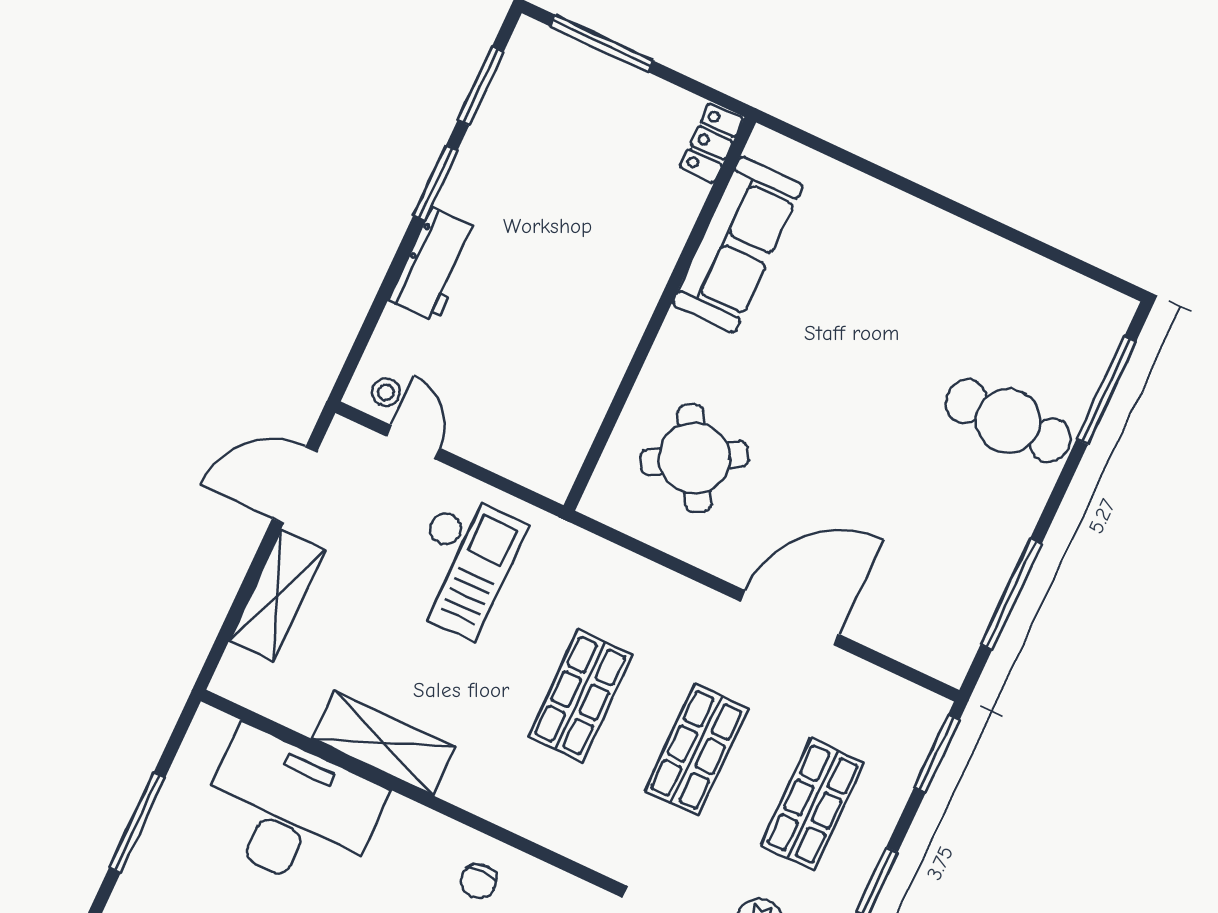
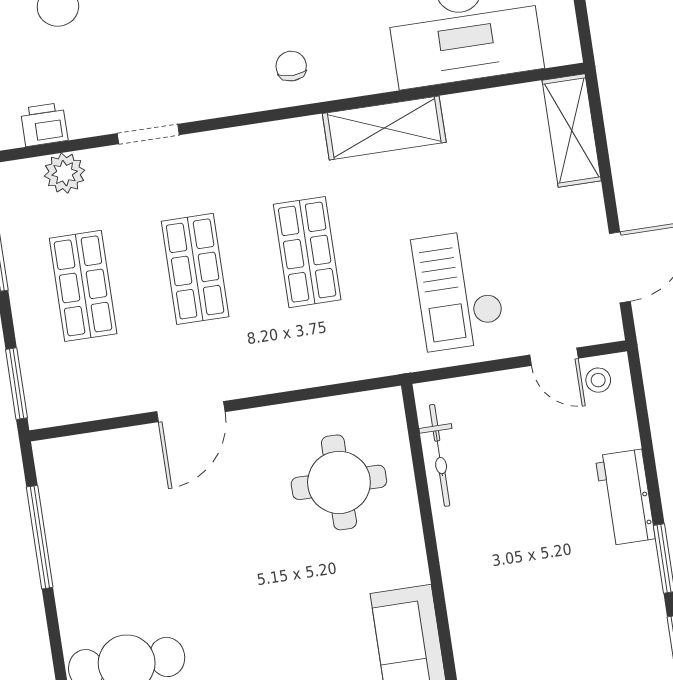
bicycle: (583, 421) -> (440, 455), added
round table: (694, 458) -> (339, 482), turned 30
shelving: (277, 595) -> (572, 131), moved
door: (790, 618) -> (191, 412), width x0.73
shelving: (383, 743) -> (384, 128), moved

